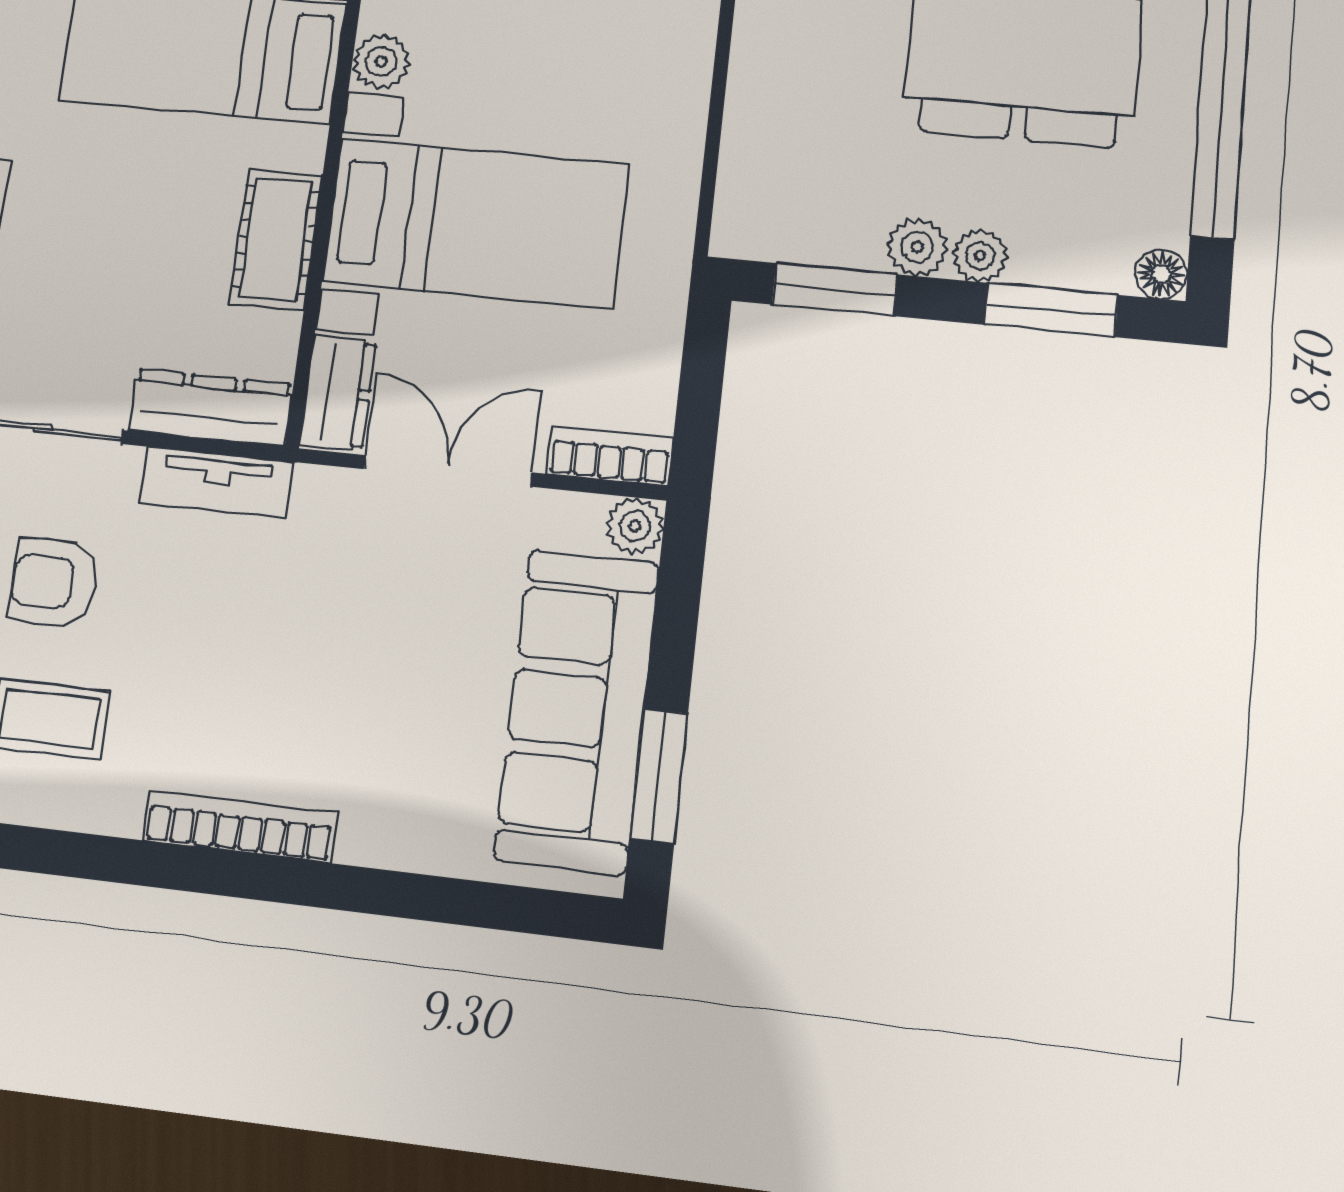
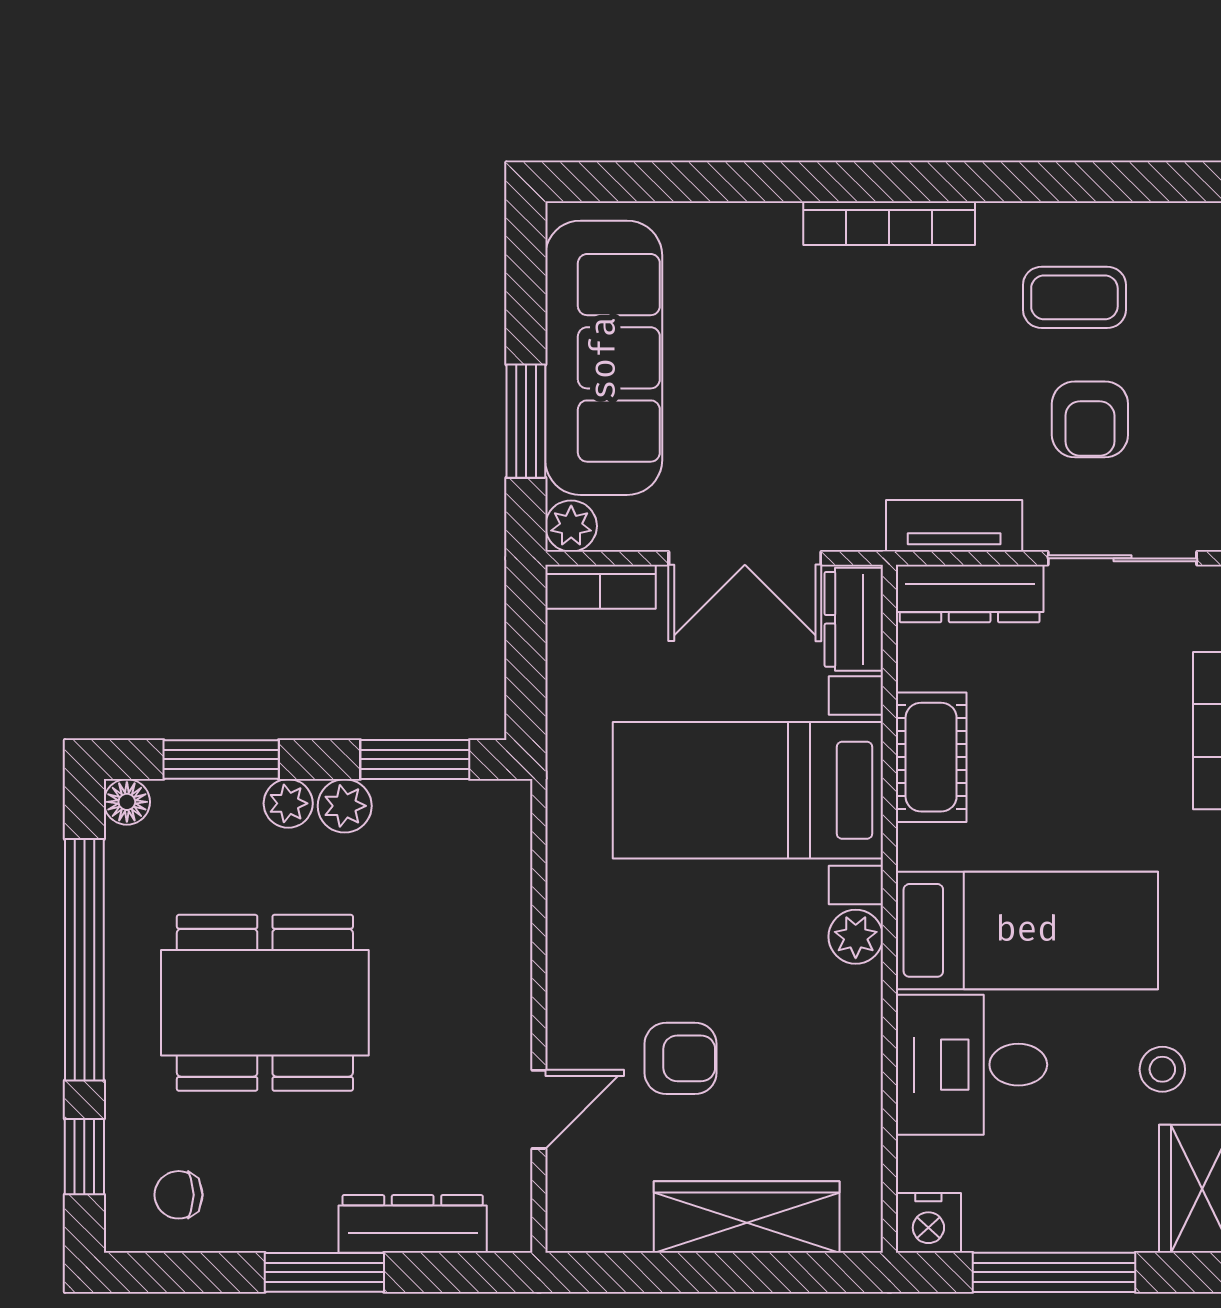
armchair: (54, 582) -> (1090, 419), turned 90
window: (659, 776) -> (526, 421), moved

